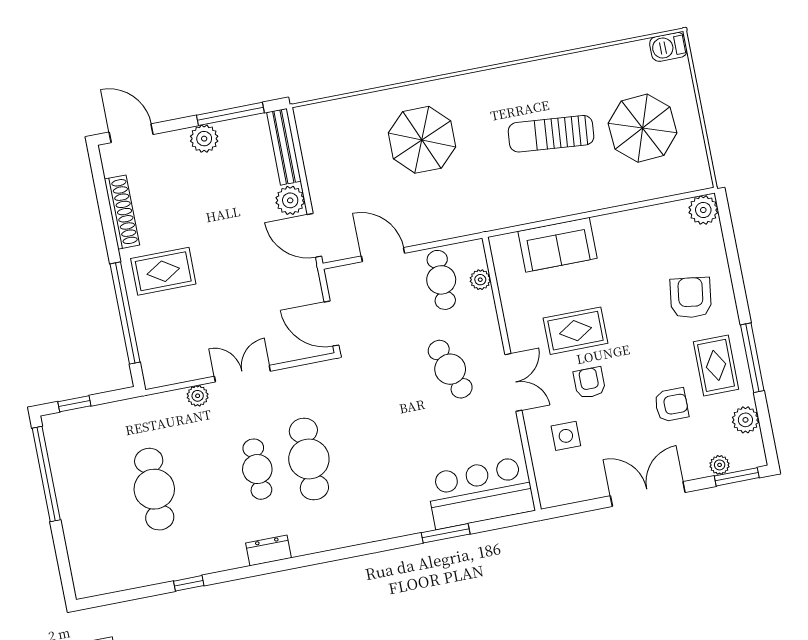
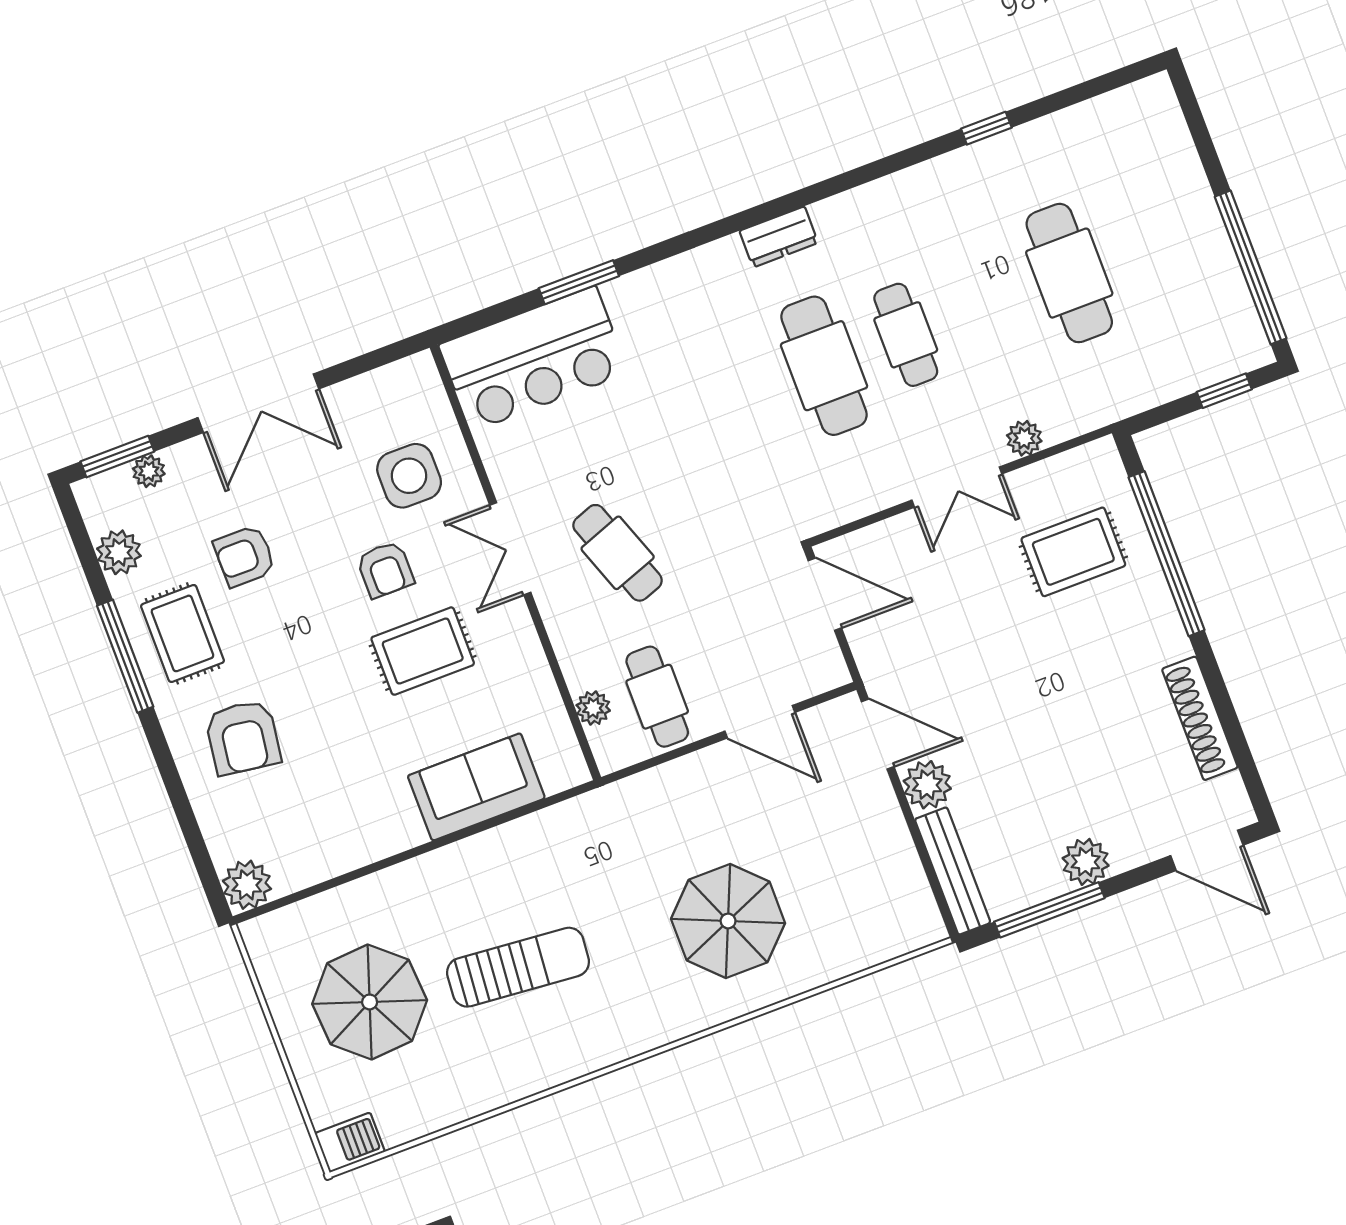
rug: (163, 271) -> (1073, 552), moved
side table: (566, 436) -> (409, 476), width x1.37, depth x1.37
dresser: (269, 550) -> (779, 237), moved

